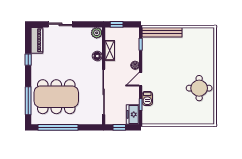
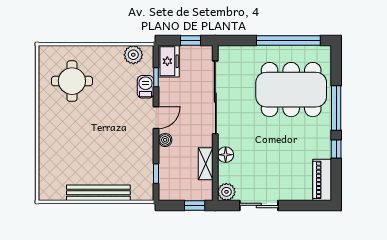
sliding door: (60, 24) -> (259, 205), moved
bench: (162, 32) -> (98, 193), moved
round table: (199, 88) -> (72, 81), moved
window: (28, 101) -> (336, 108), moved
plant: (155, 118) -> (133, 55), added

